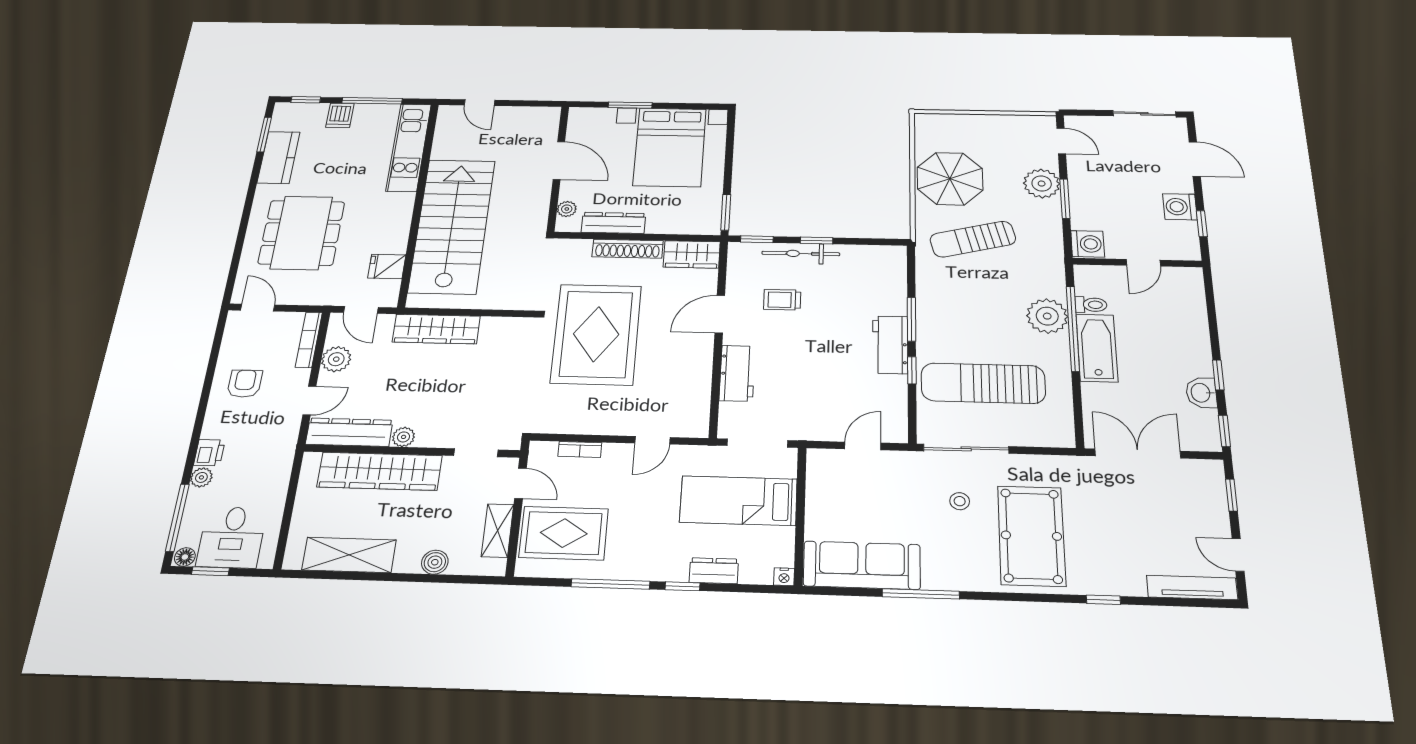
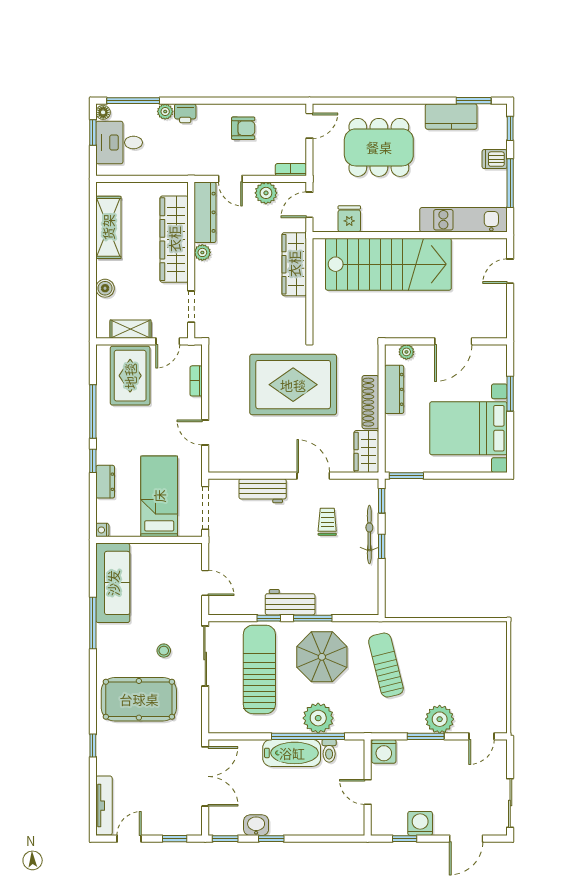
parasol: (950, 179) -> (322, 657), moved
bookcase: (309, 340) -> (291, 170), width x0.64

